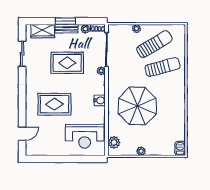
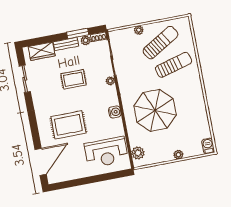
window: (65, 21) -> (78, 33), moved
rug: (67, 63) -> (74, 79), width x0.73, depth x0.70
door: (22, 134) -> (41, 162), width x1.87
plant: (141, 151) -> (178, 155), moved

